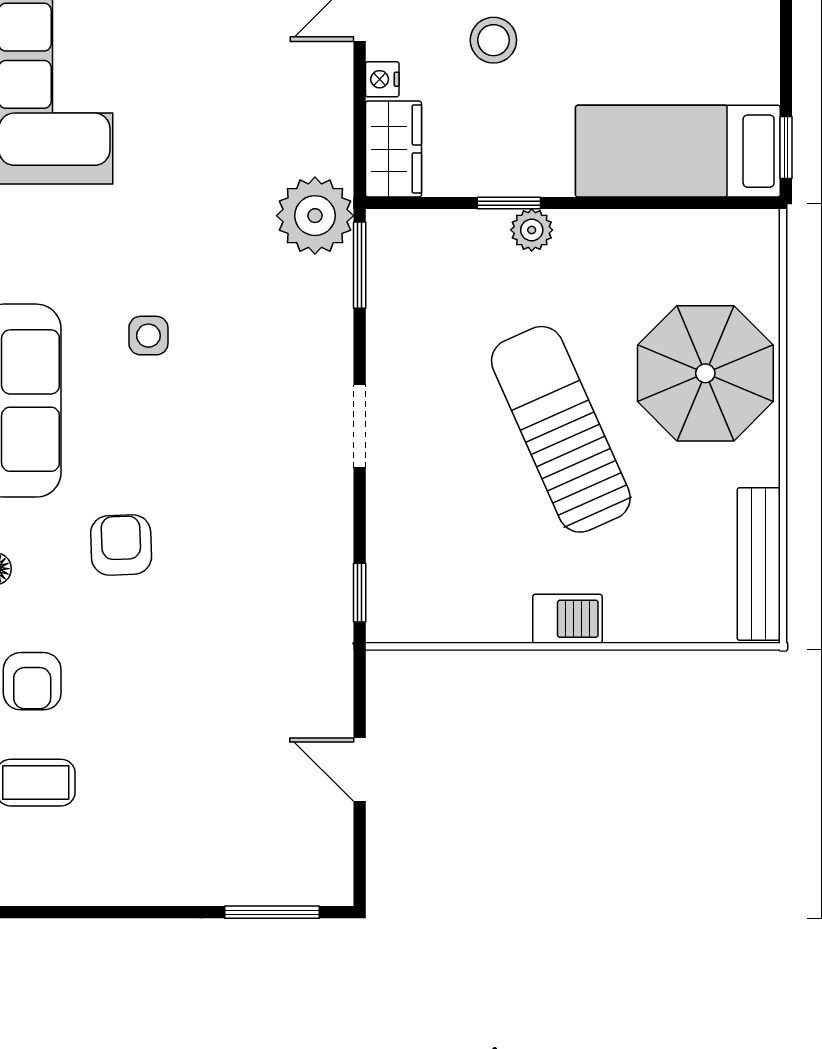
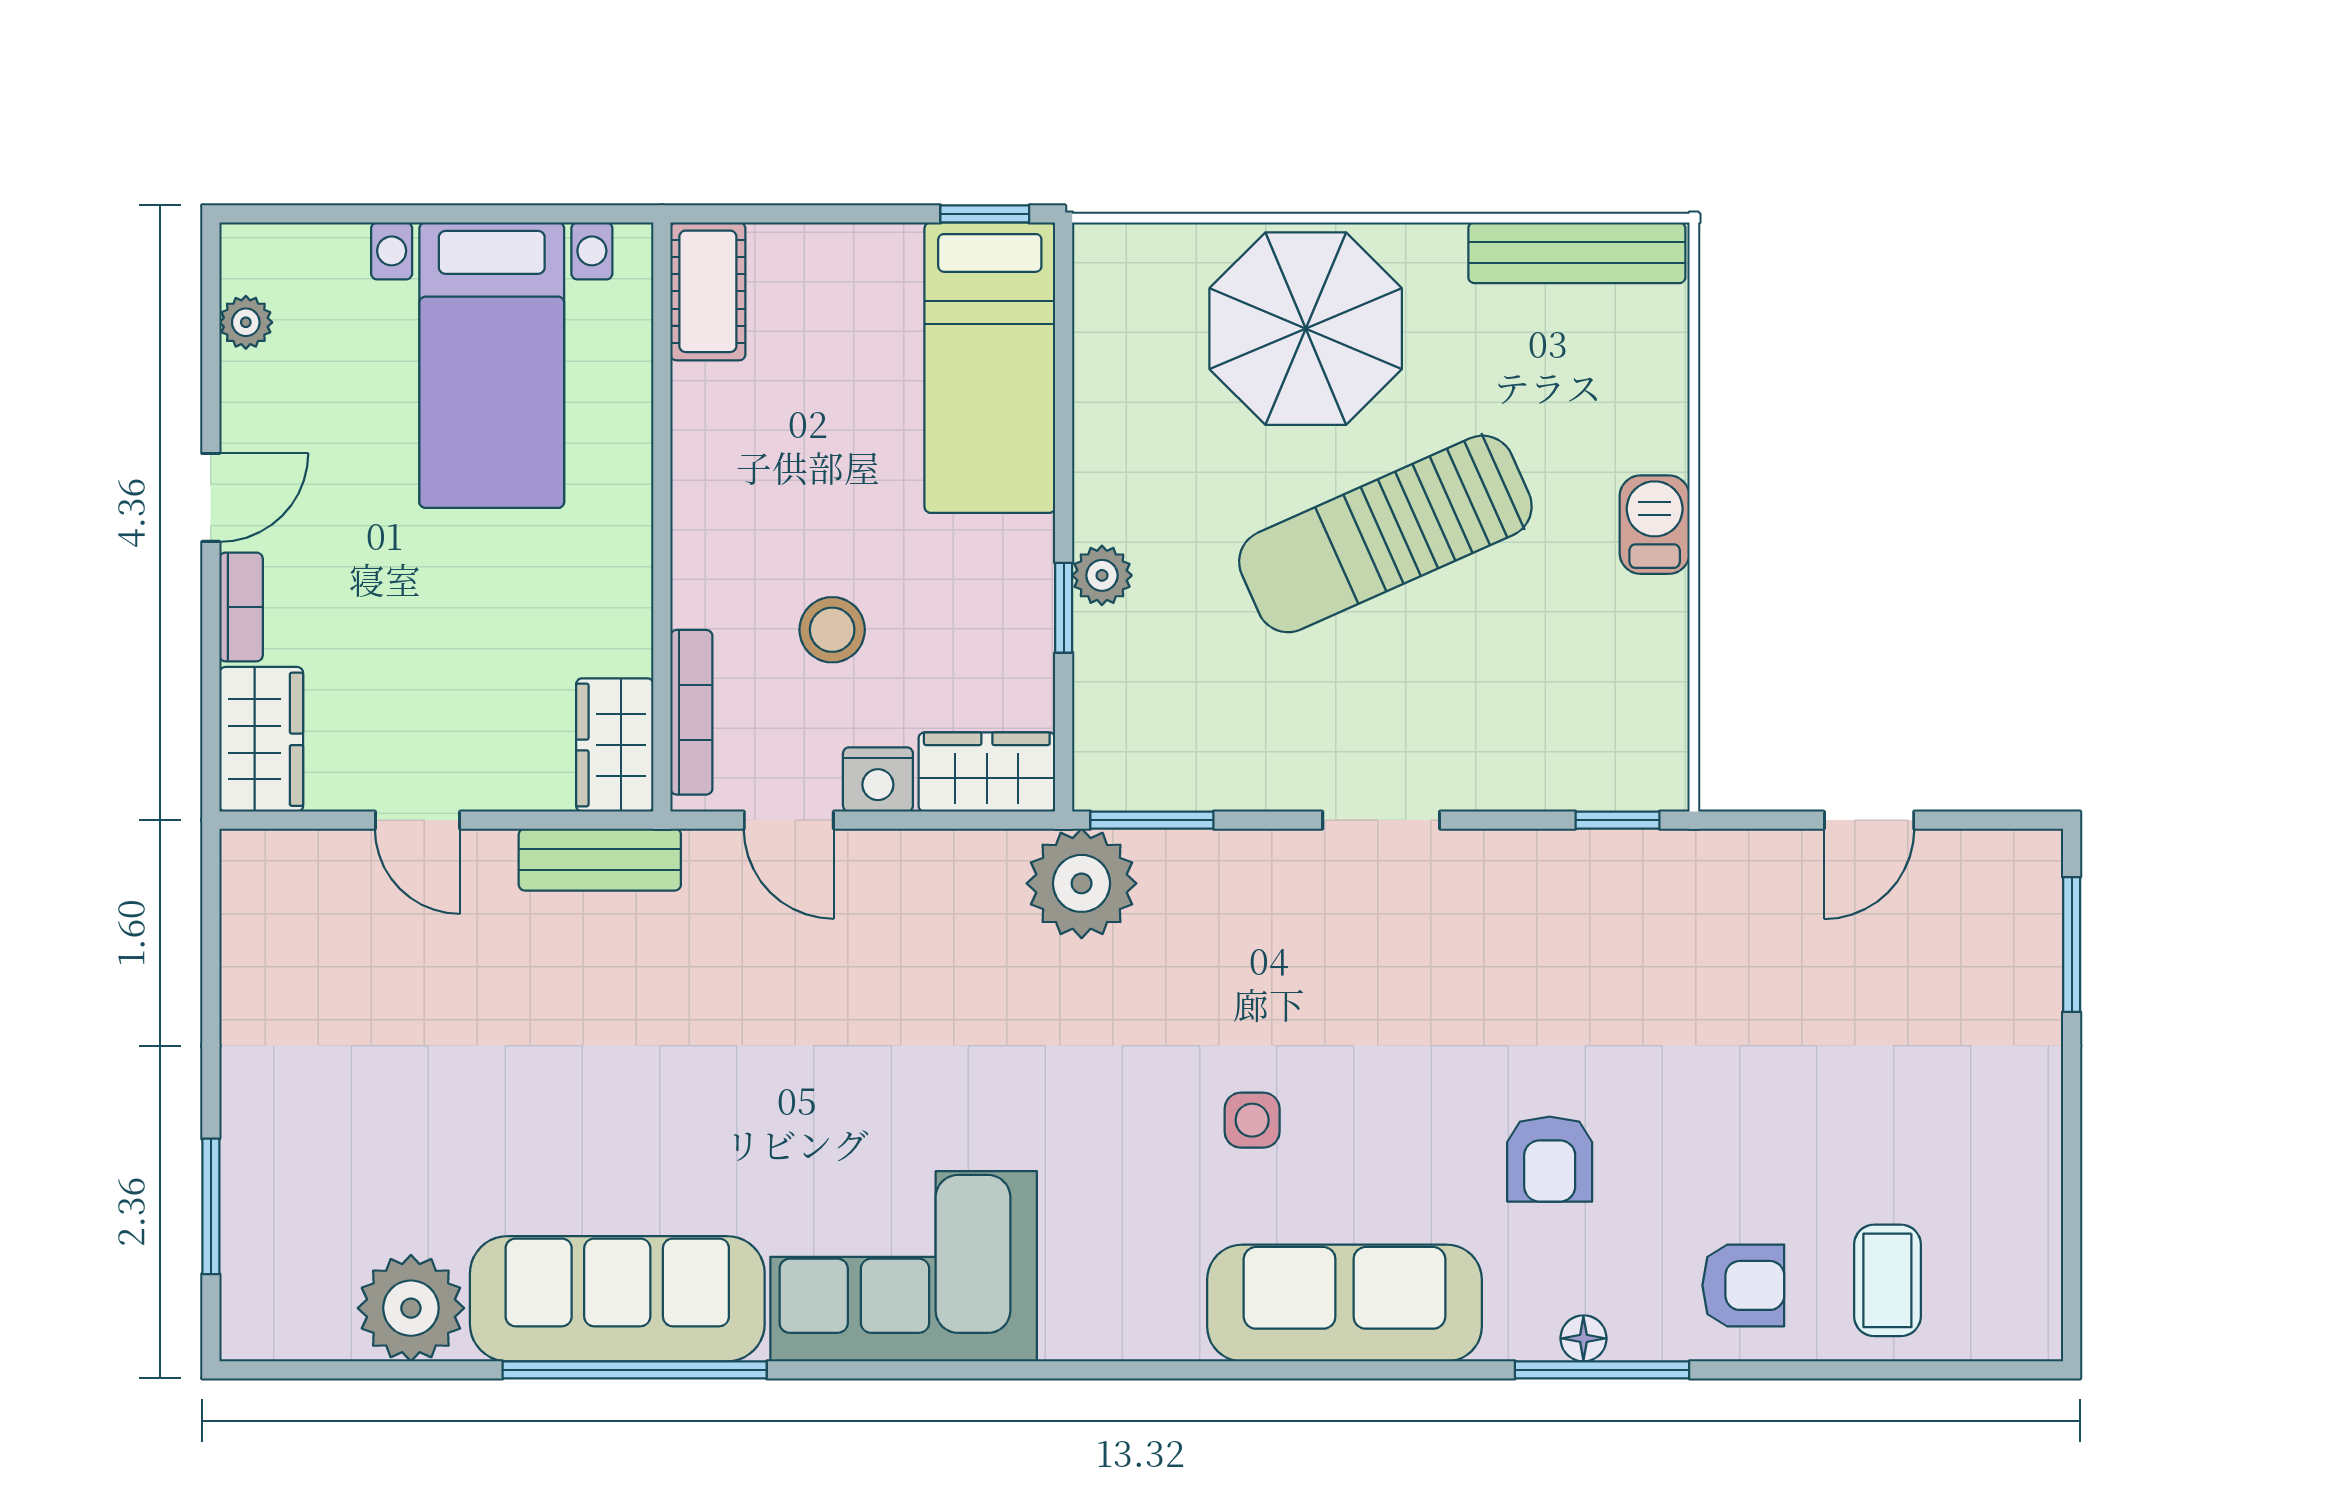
nightstand: (382, 79) -> (878, 779), width x1.39, depth x1.35
armchair: (121, 545) -> (1550, 1159), turned -88

